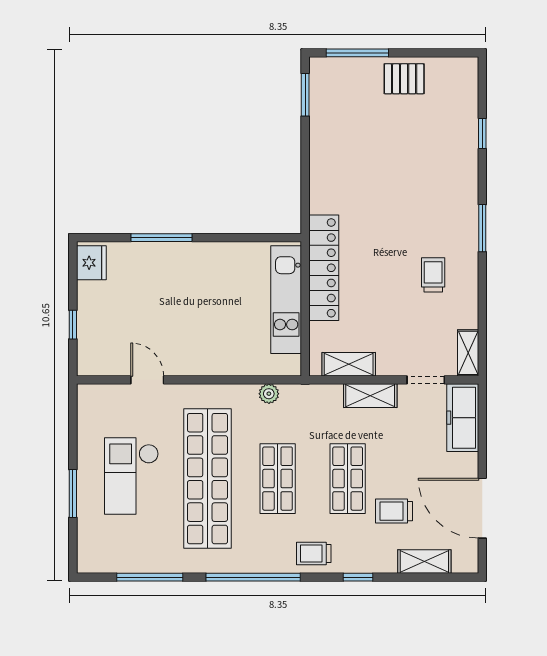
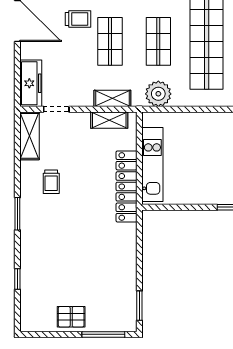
shelving: (468, 353) -> (30, 136), width x1.50, depth x1.33
plant: (269, 394) -> (158, 94), width x1.87, depth x1.87
shelving: (370, 396) -> (112, 98), moved

